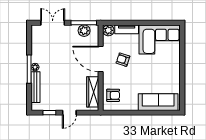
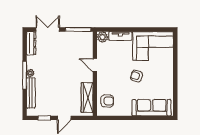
plant: (84, 31) -> (79, 37), removed
dresser: (36, 37) -> (31, 43), added
door: (101, 59) -> (95, 65), width x0.53
armchair: (123, 60) -> (137, 76), moved

